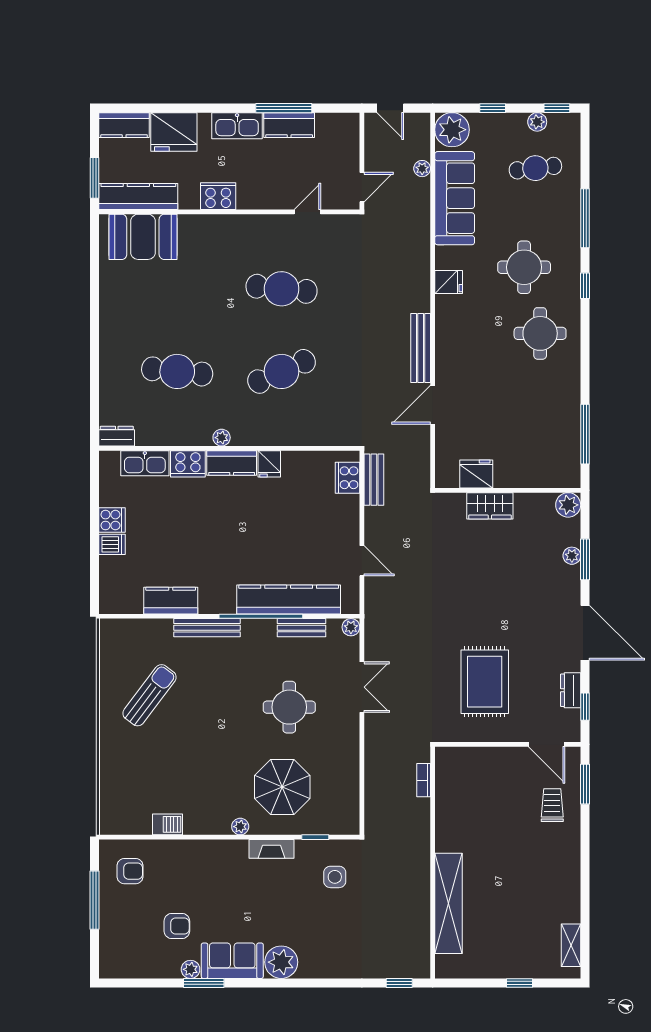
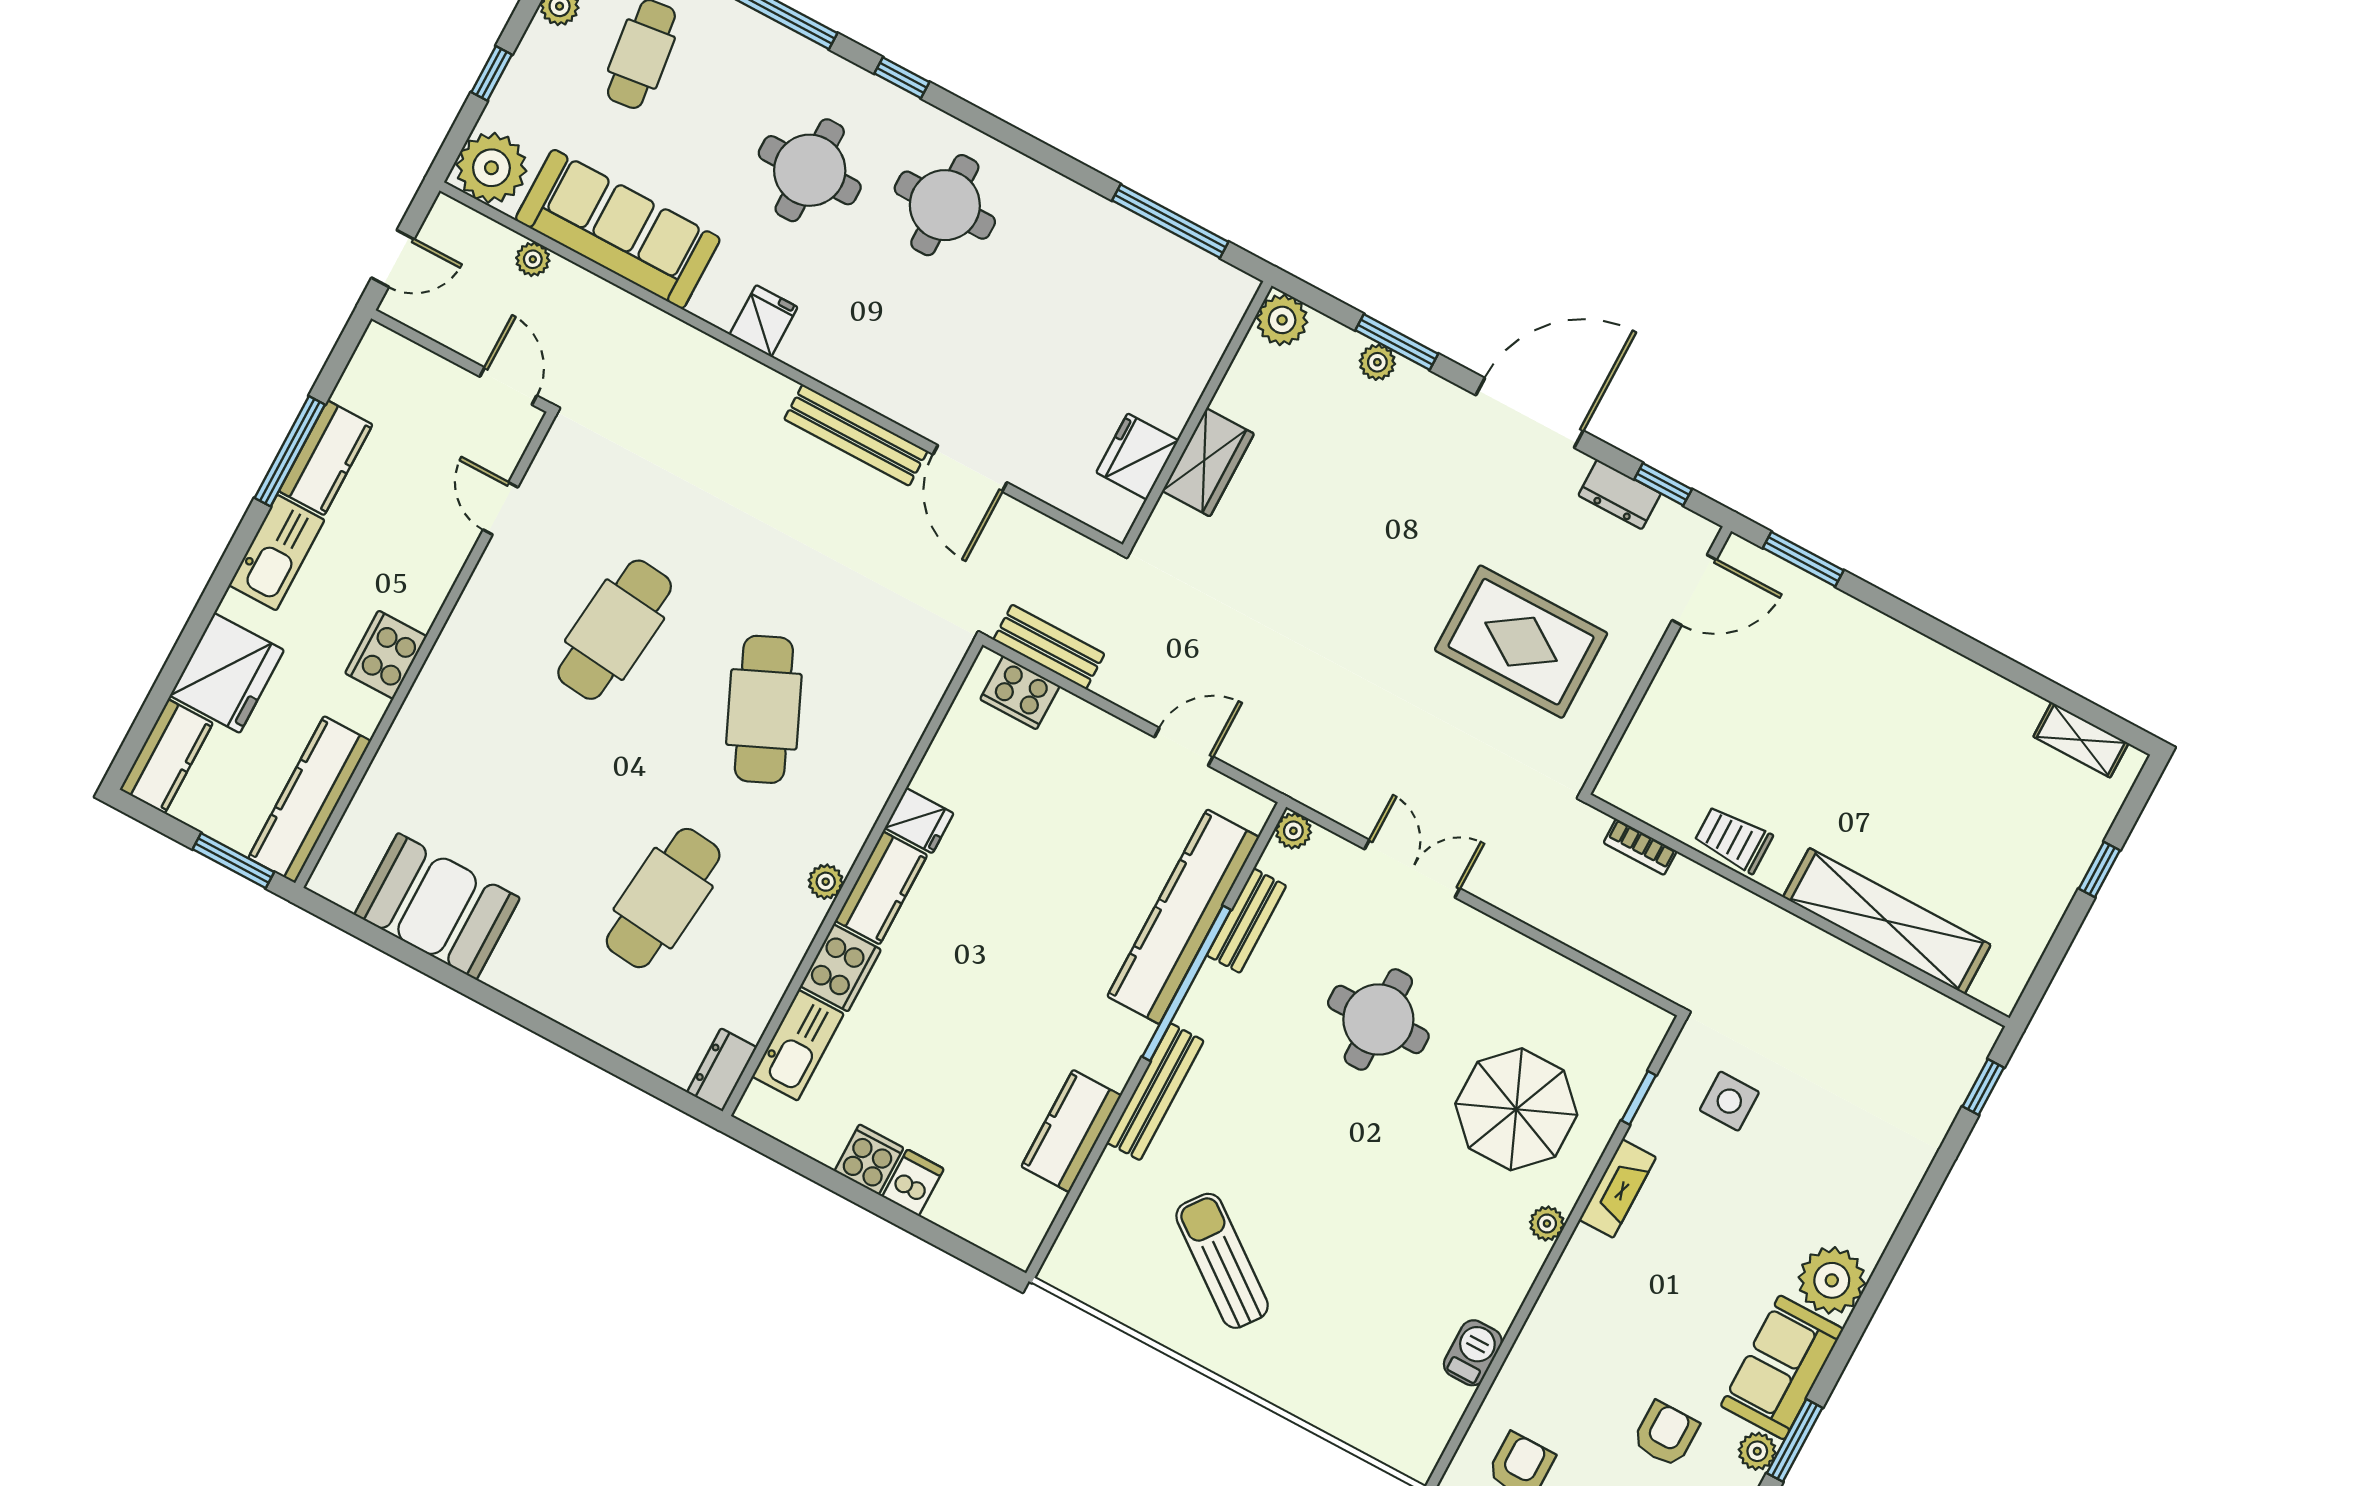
booth: (143, 237) -> (437, 906), moved, turned 90
trolley: (552, 805) -> (1733, 839), moved

